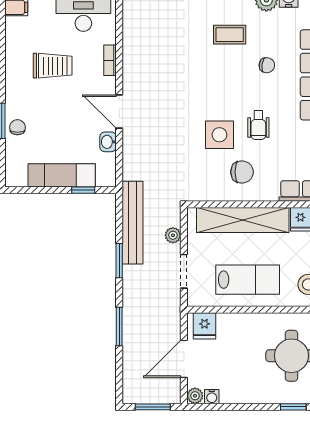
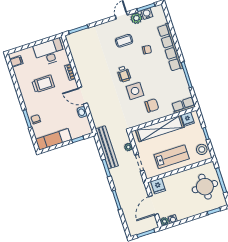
wheelchair: (258, 125) -> (124, 74), moved
exam couch: (62, 175) -> (54, 139), moved

